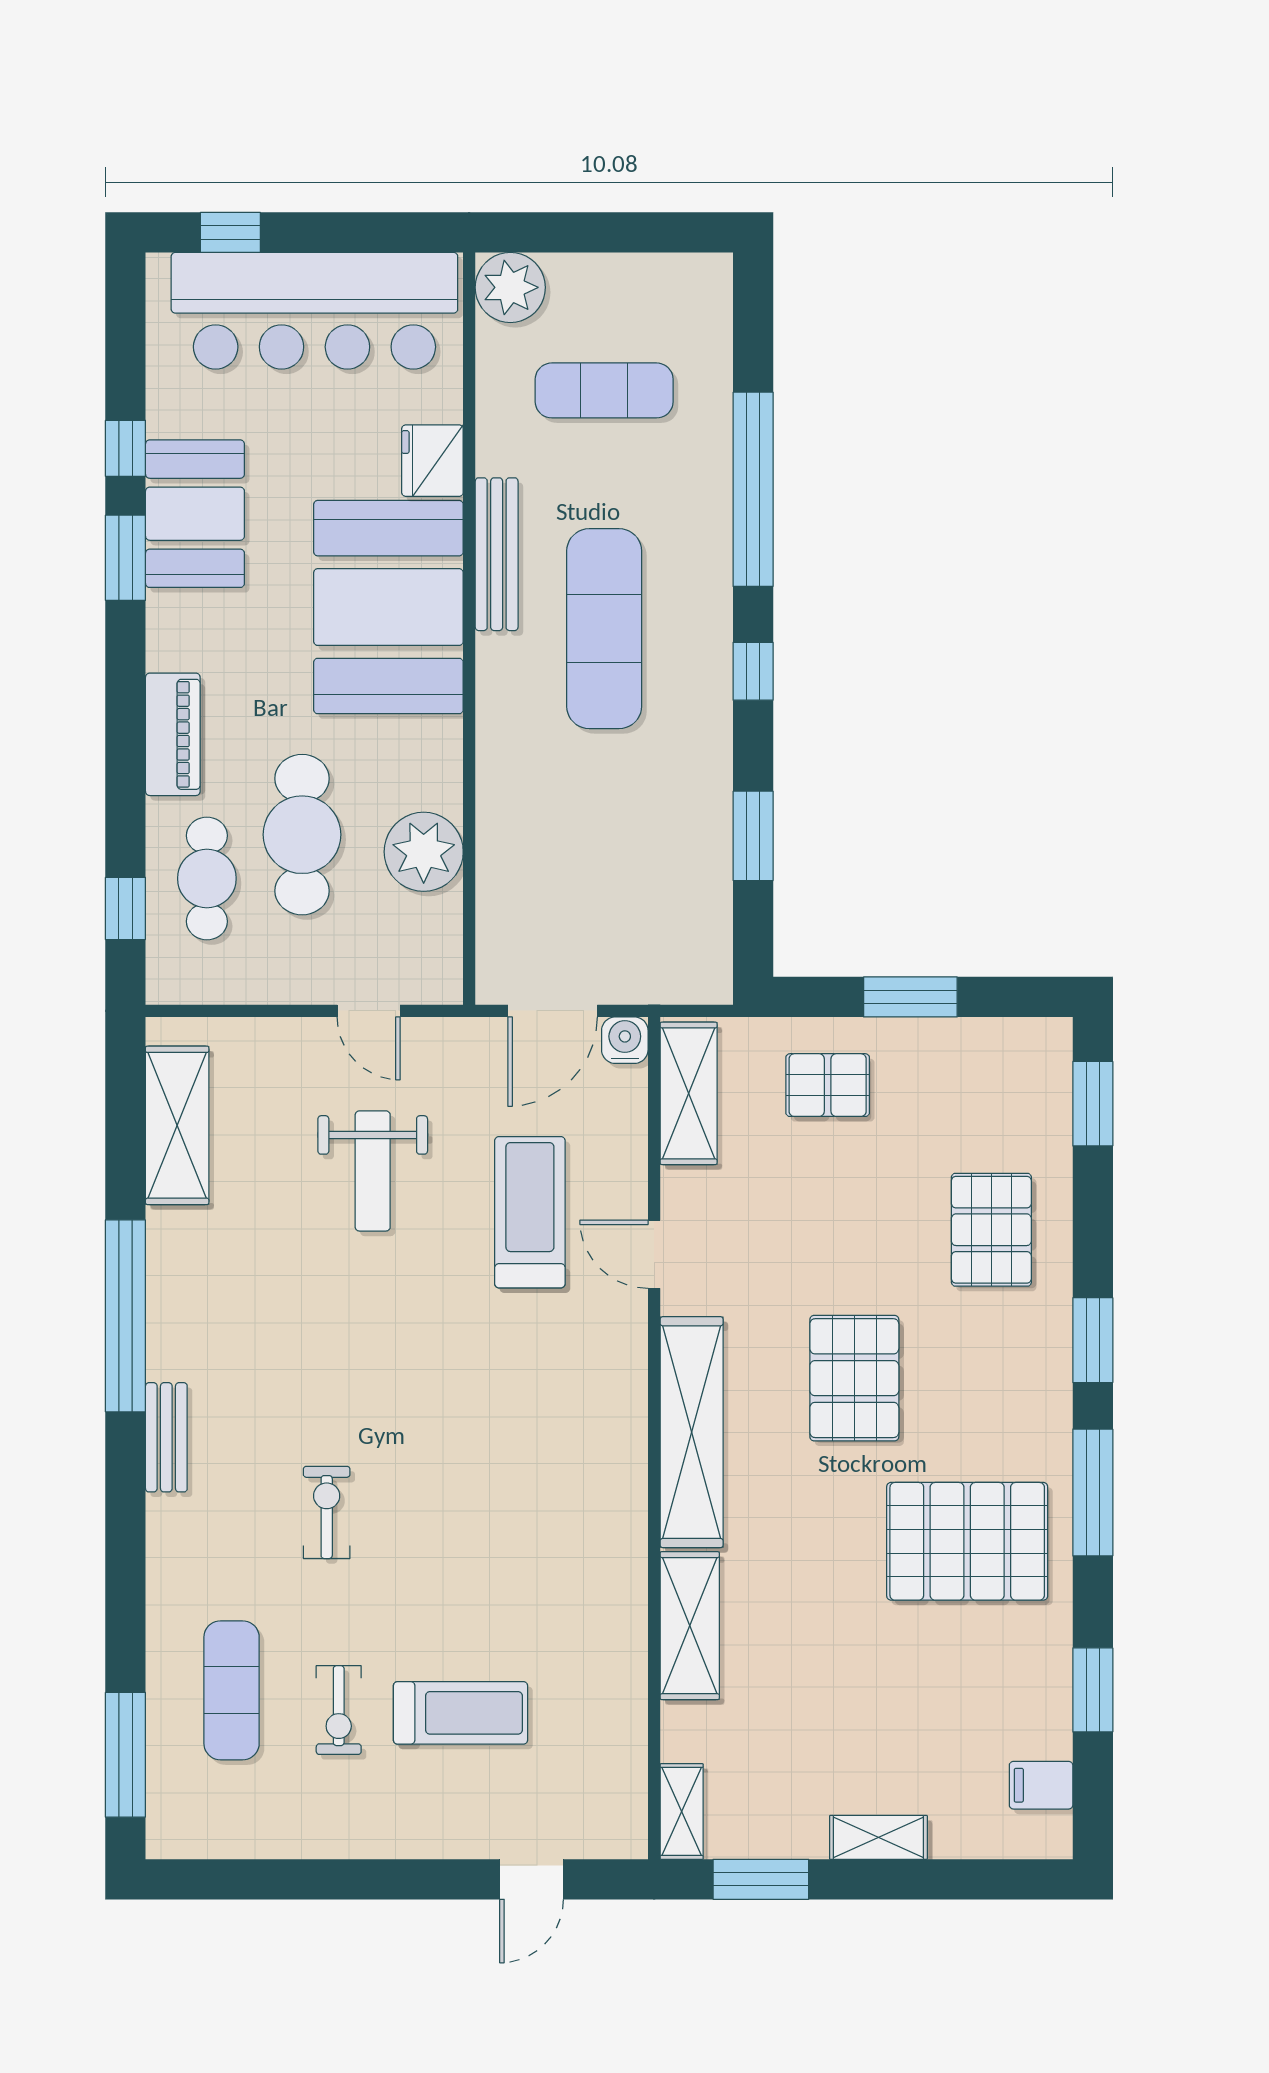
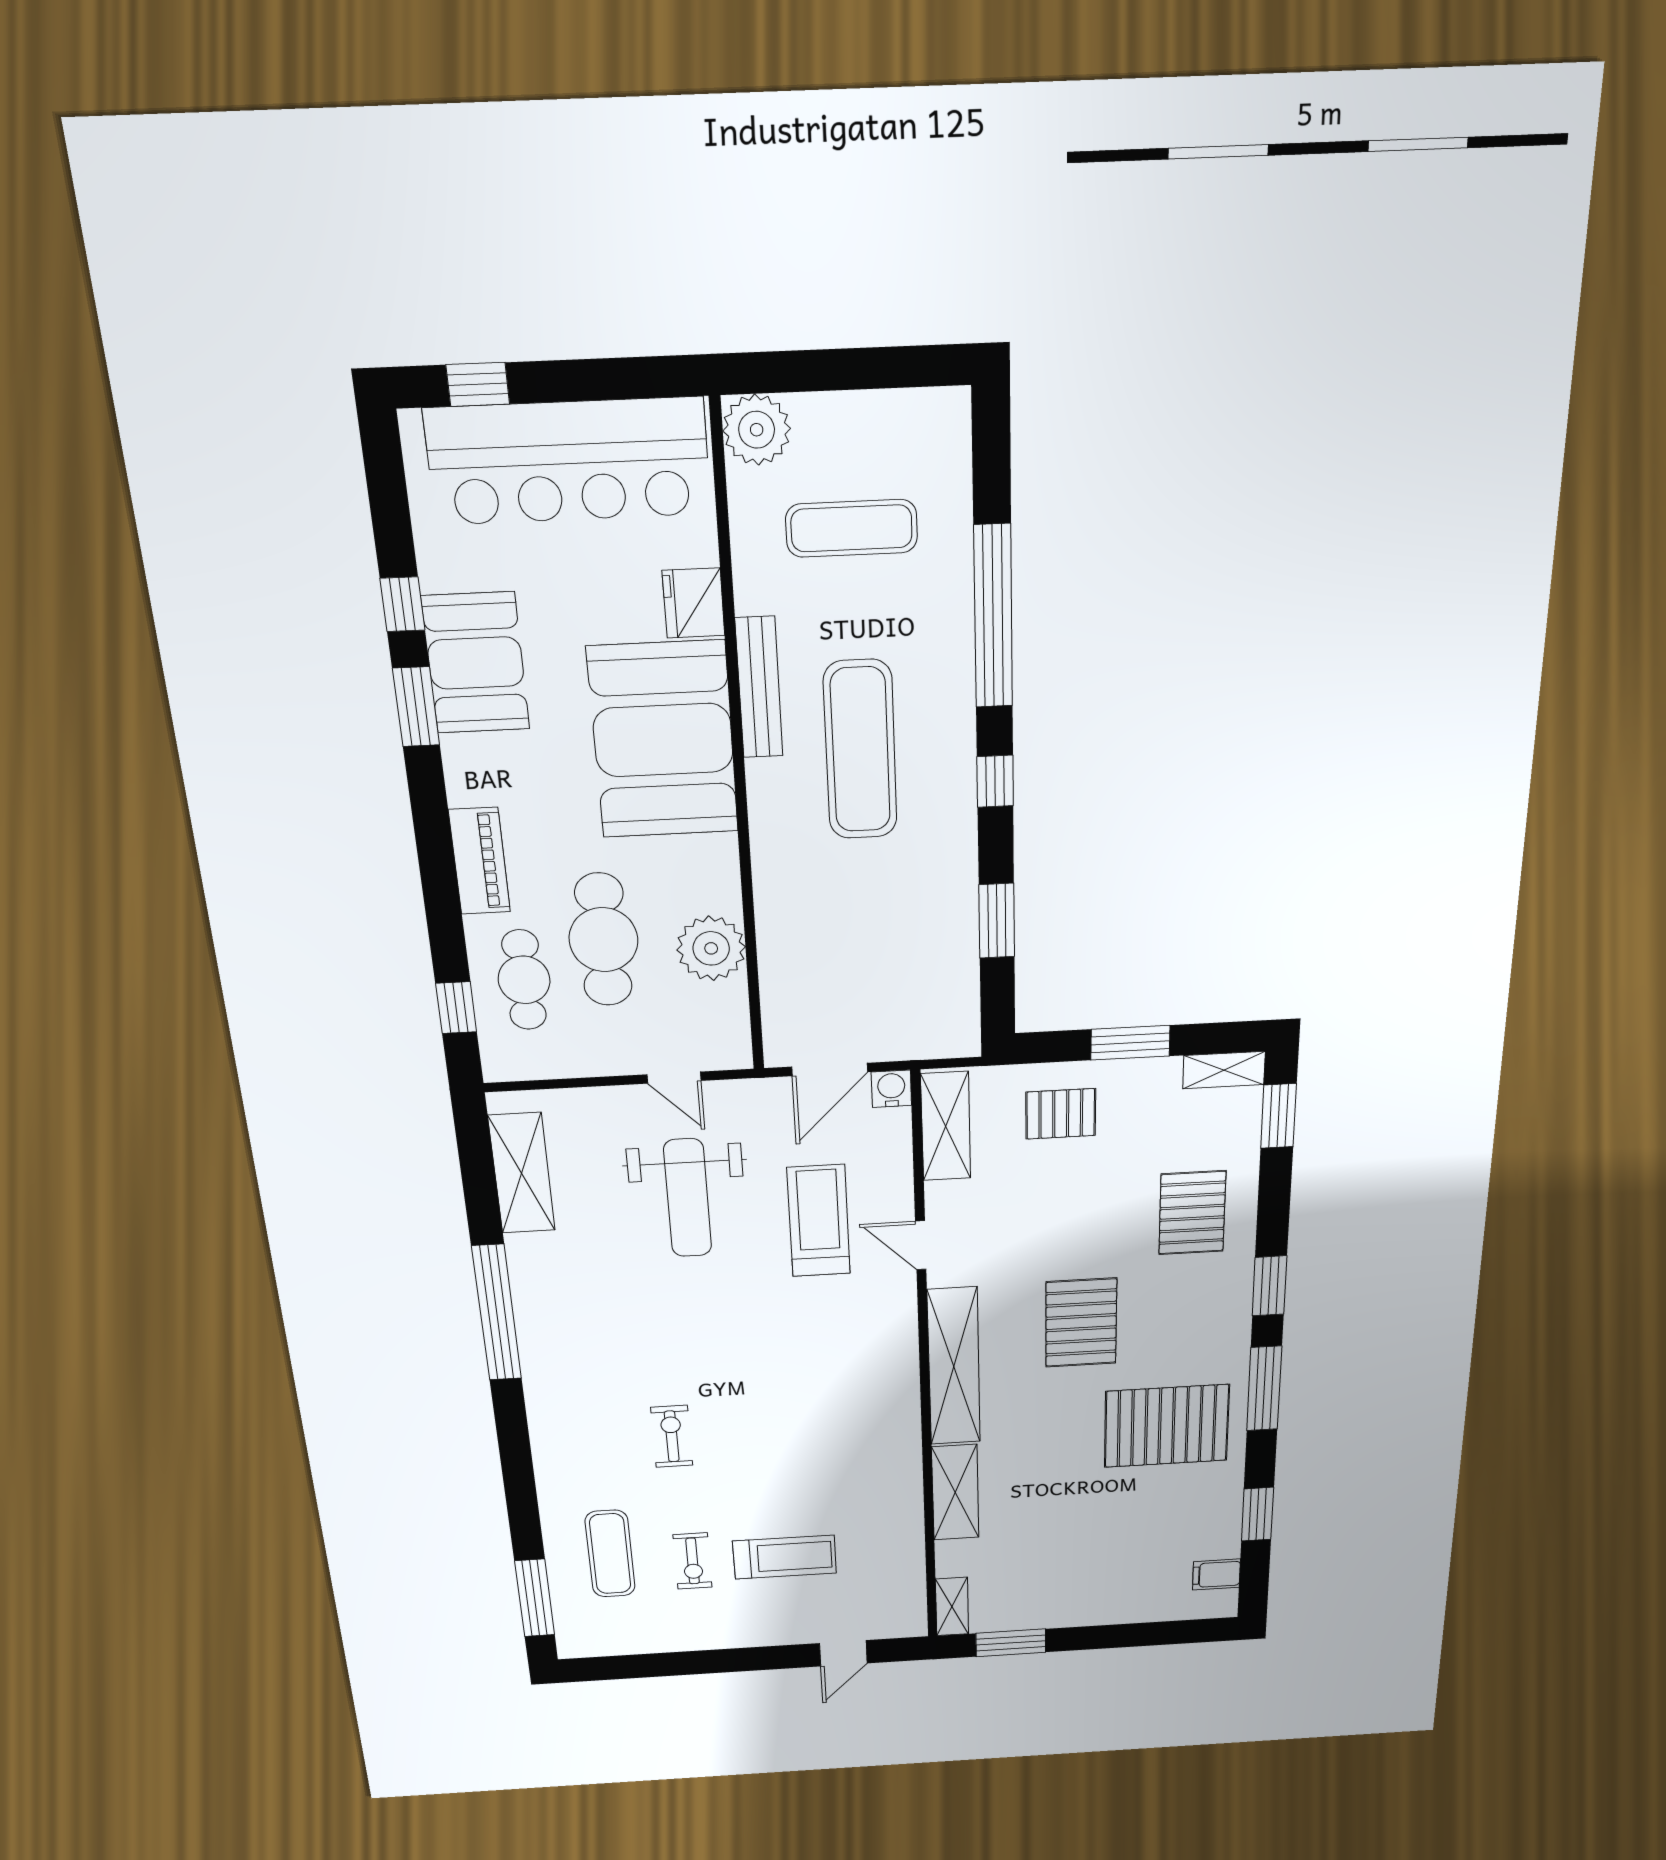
weight bench: (373, 1171) -> (688, 1198), width x1.36, depth x1.33
bench: (166, 1437) -> (540, 1394), removed
shelving: (878, 1837) -> (1224, 1070), moved

